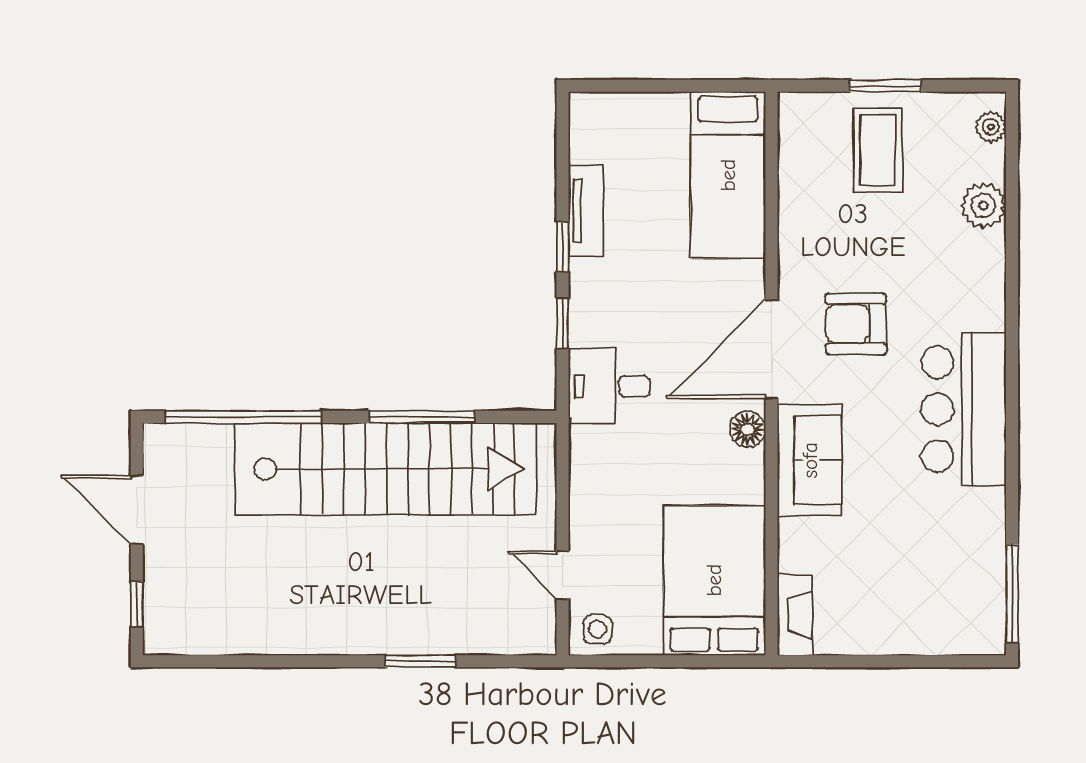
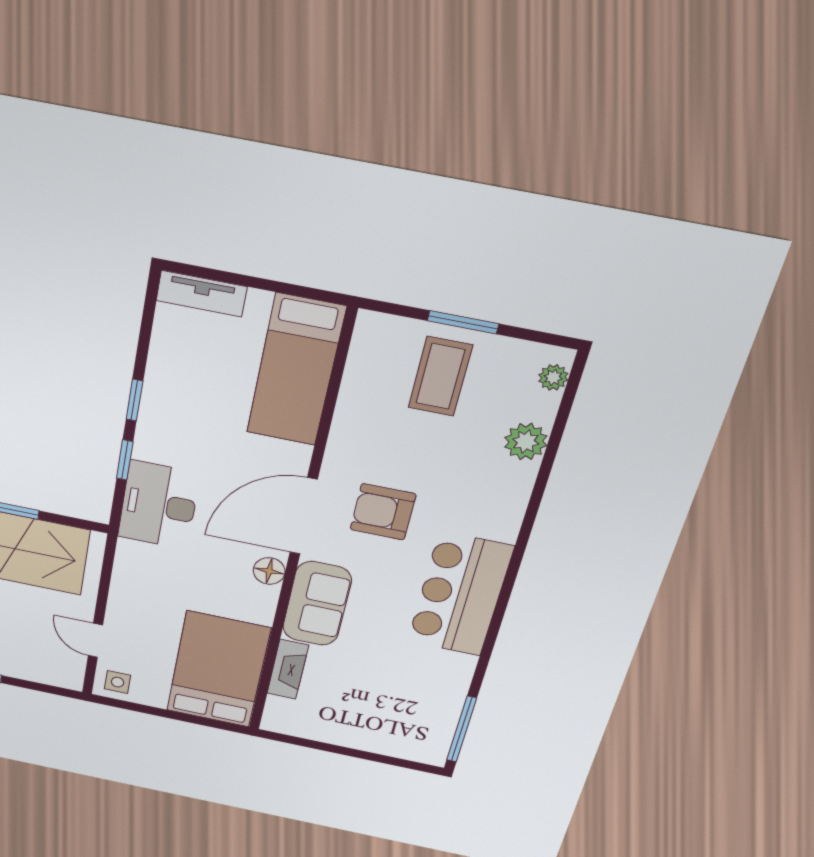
tv unit: (586, 211) -> (201, 294), moved, turned 90
desk: (609, 386) -> (159, 505), width x1.37
fireplace: (795, 615) -> (288, 669), moved

